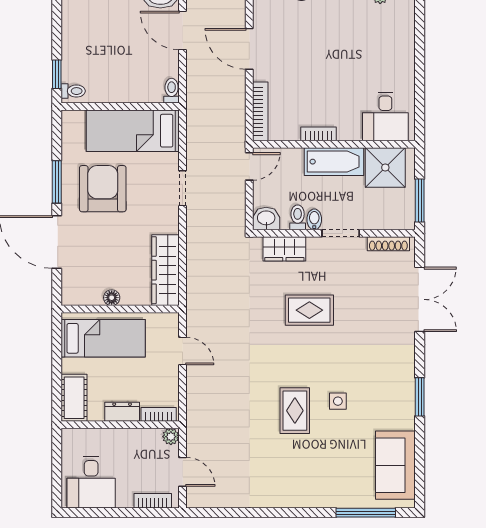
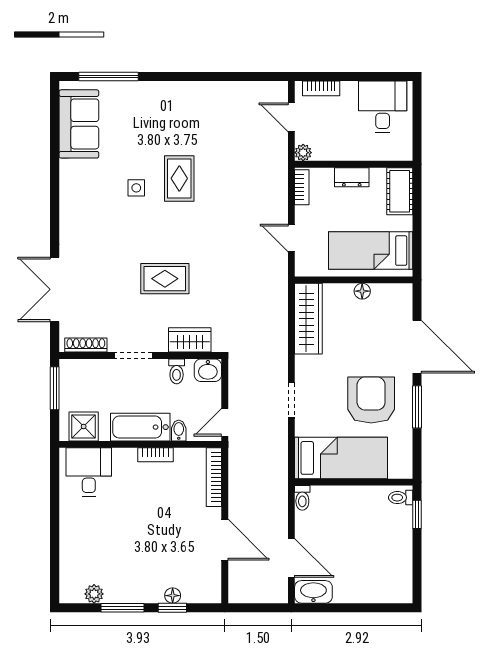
shower: (385, 167) -> (84, 426), width x0.73, depth x0.73
armchair: (103, 189) -> (371, 400), turned 180
bidet: (314, 219) -> (179, 430), moved, turned 180
window: (420, 397) -> (55, 192), removed
bookcase: (159, 414) -> (302, 187), moved, turned -90

